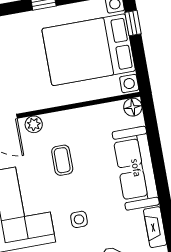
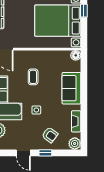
plant: (34, 124) -> (21, 55), removed
sofa: (136, 168) -> (71, 88), width x0.73

